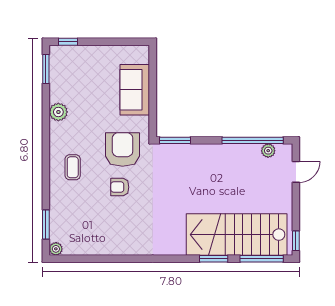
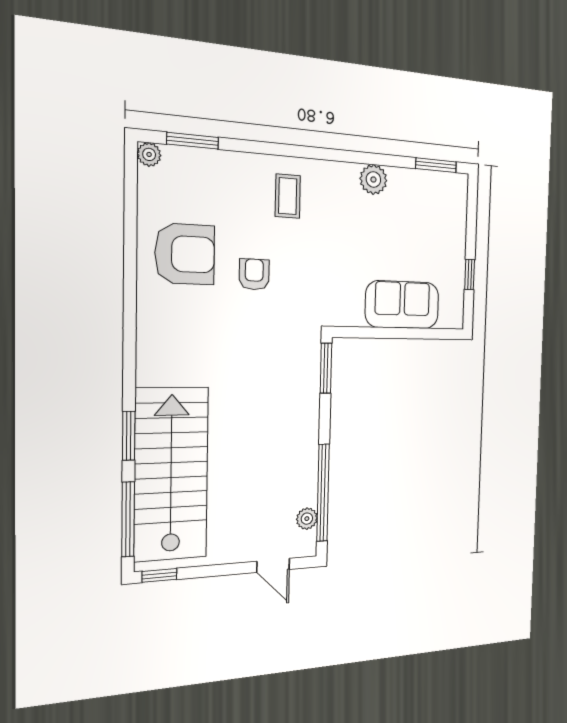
window: (68, 42) -> (470, 275), moved
armchair: (123, 149) -> (185, 254), moved
coffee table: (73, 167) -> (288, 196), turned 90

